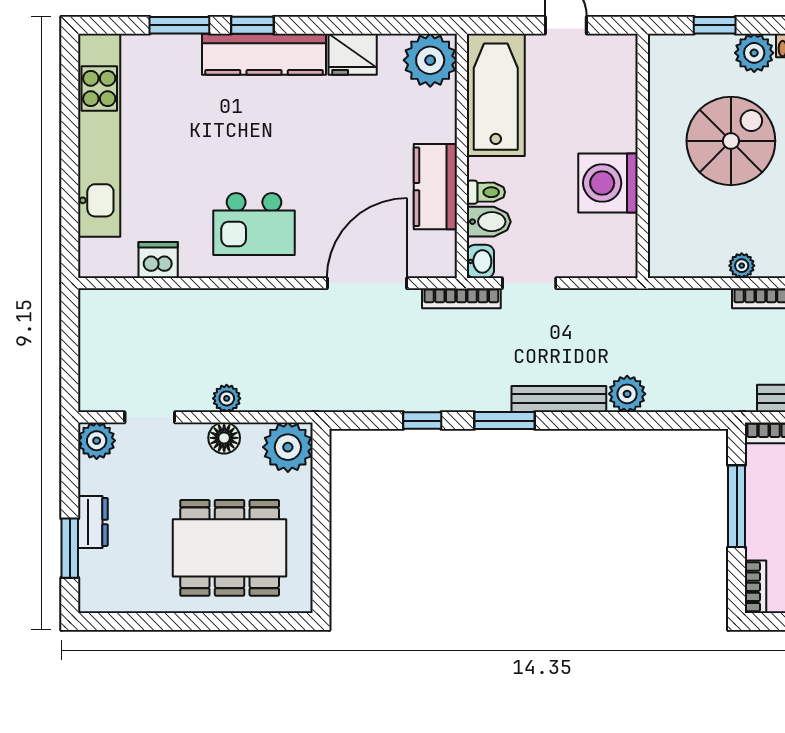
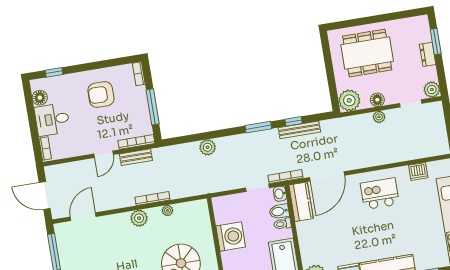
kitchen counter: (435, 187) -> (301, 202), moved
bench: (559, 399) -> (299, 130), moved

